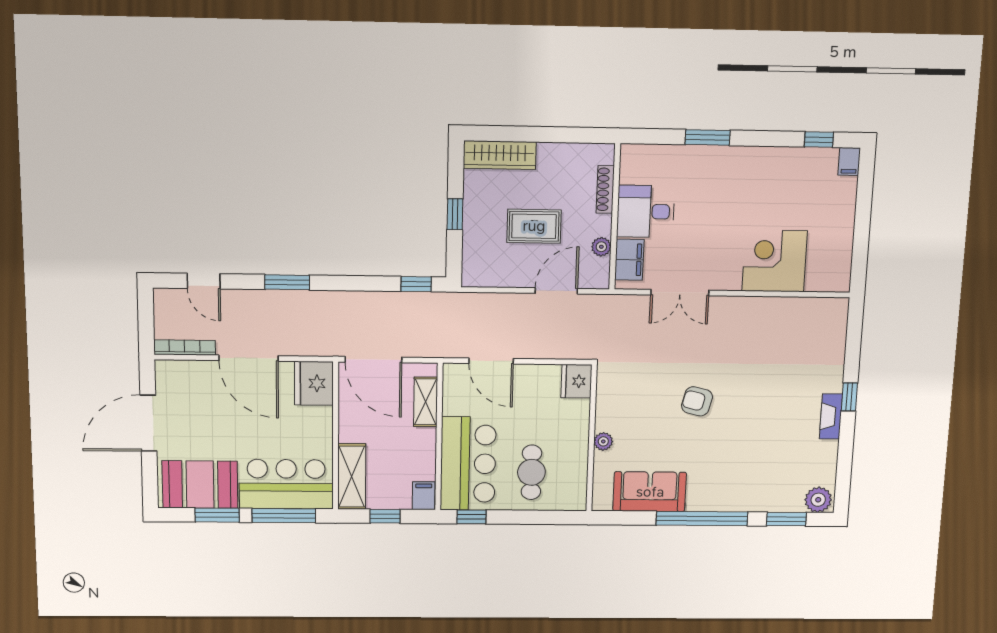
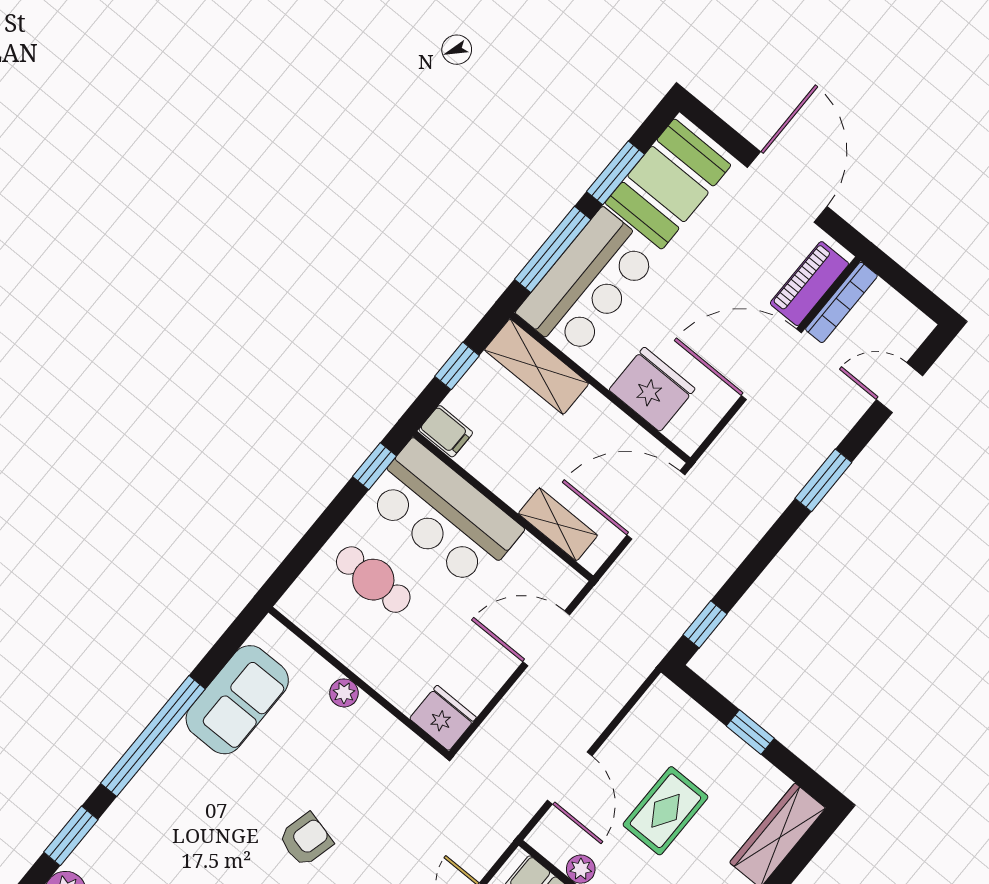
piano: (189, 372) -> (809, 284), added
fridge: (314, 383) -> (652, 389), moved

